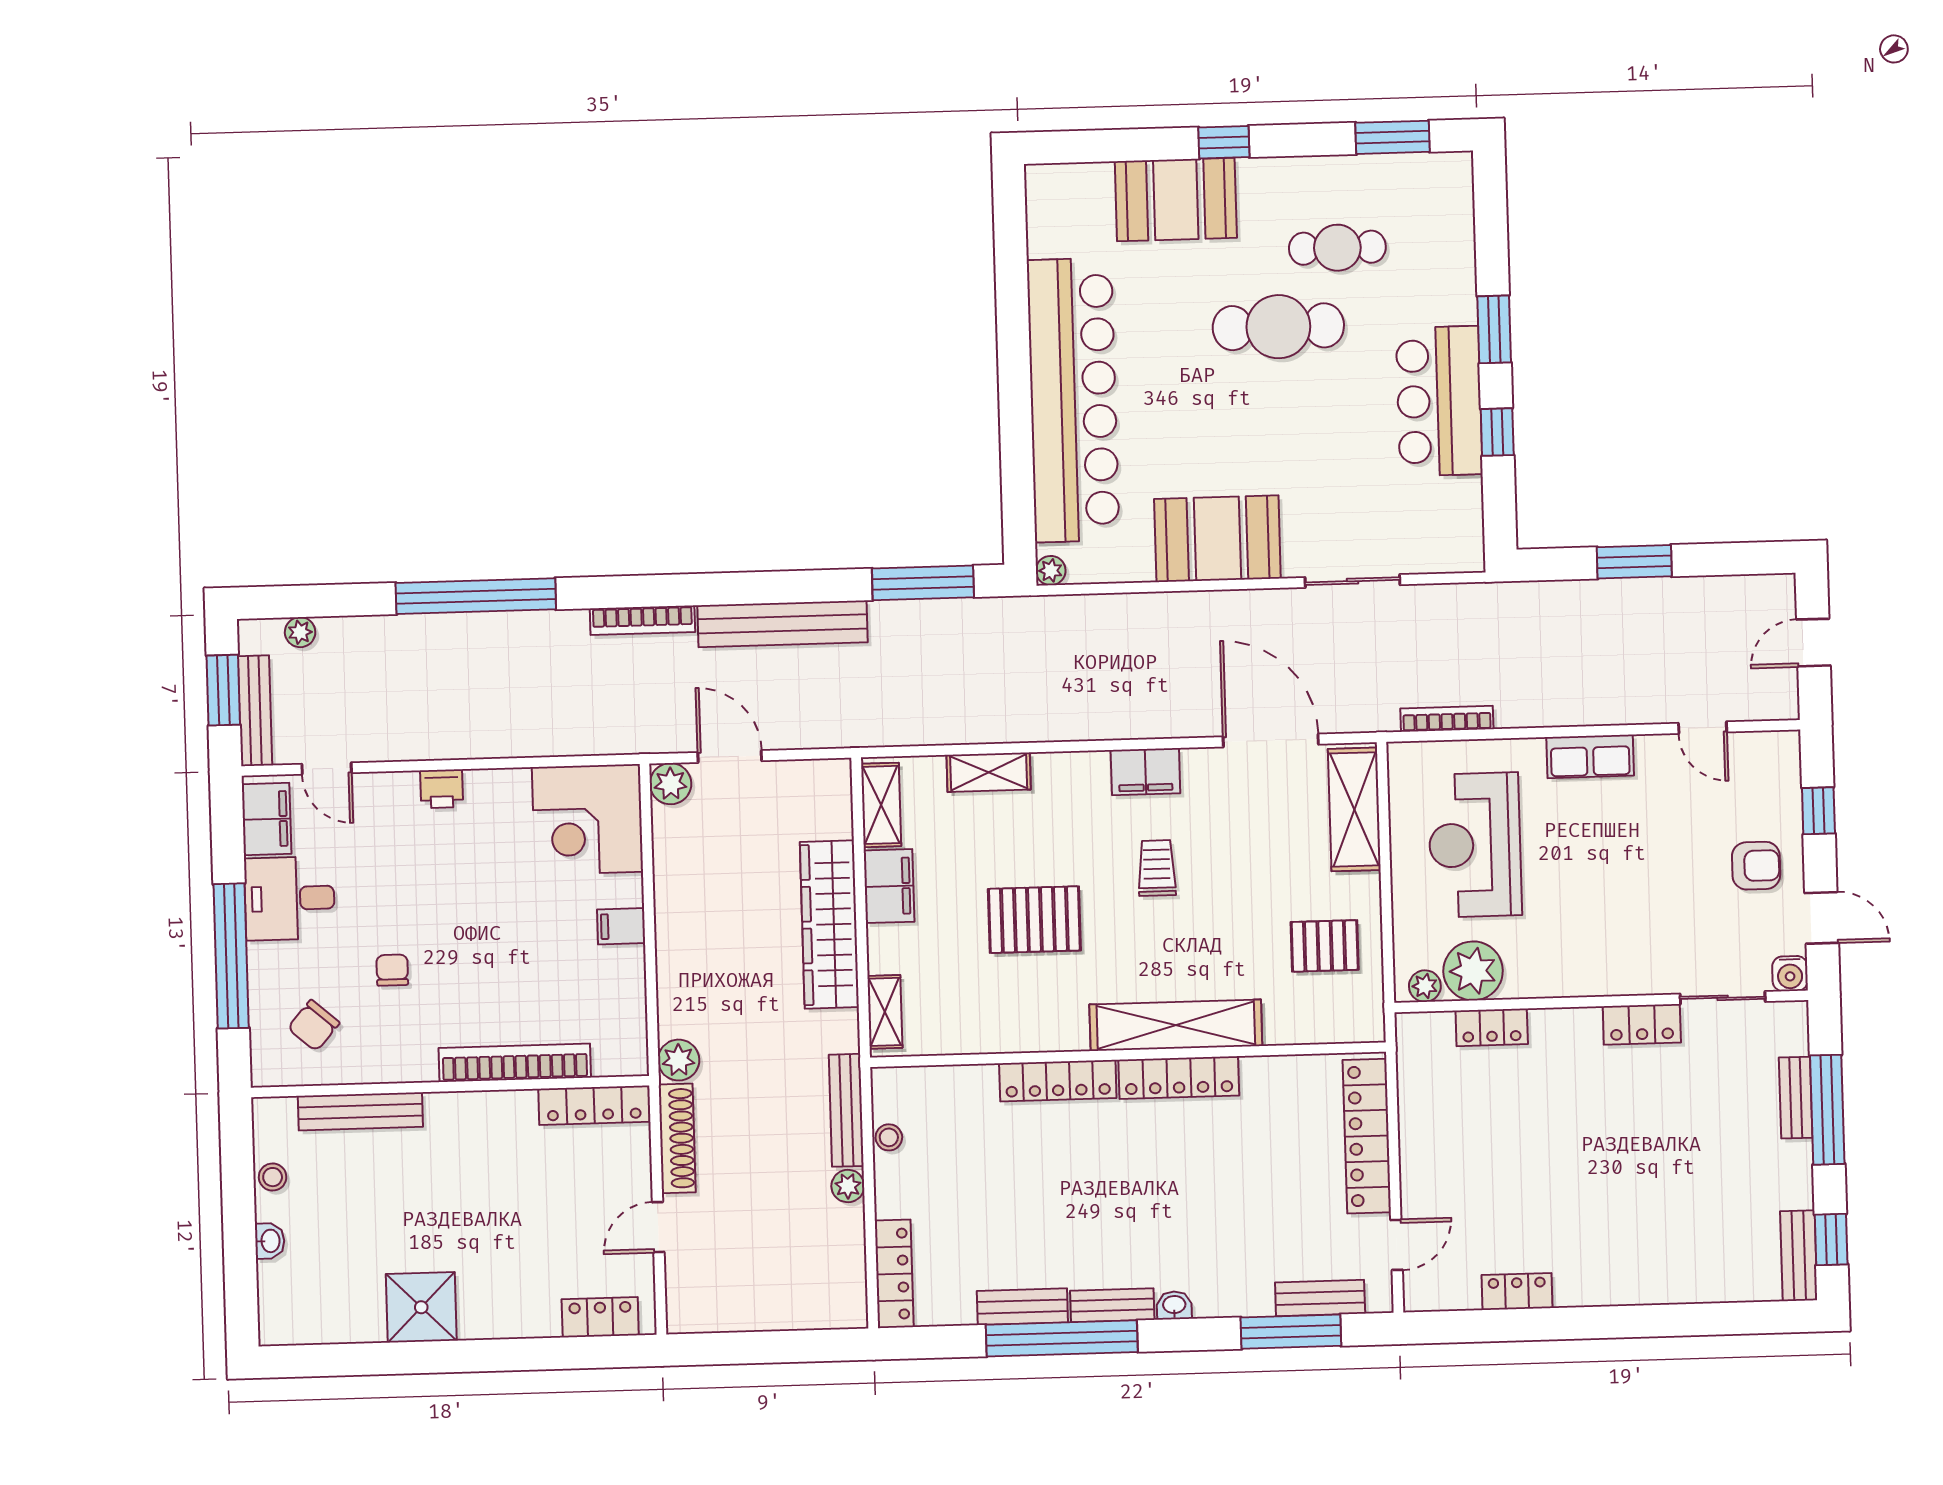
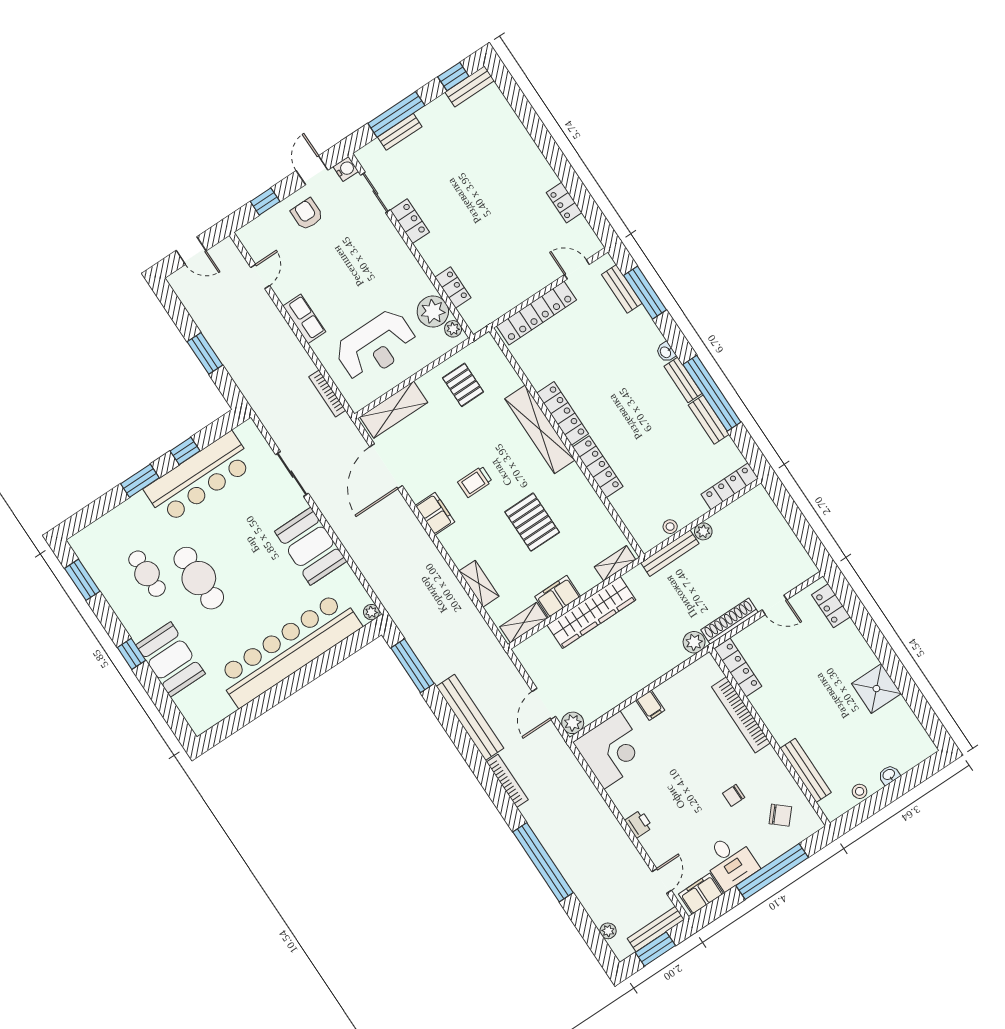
bar counter: (1439, 401) -> (199, 477), width x1.36

